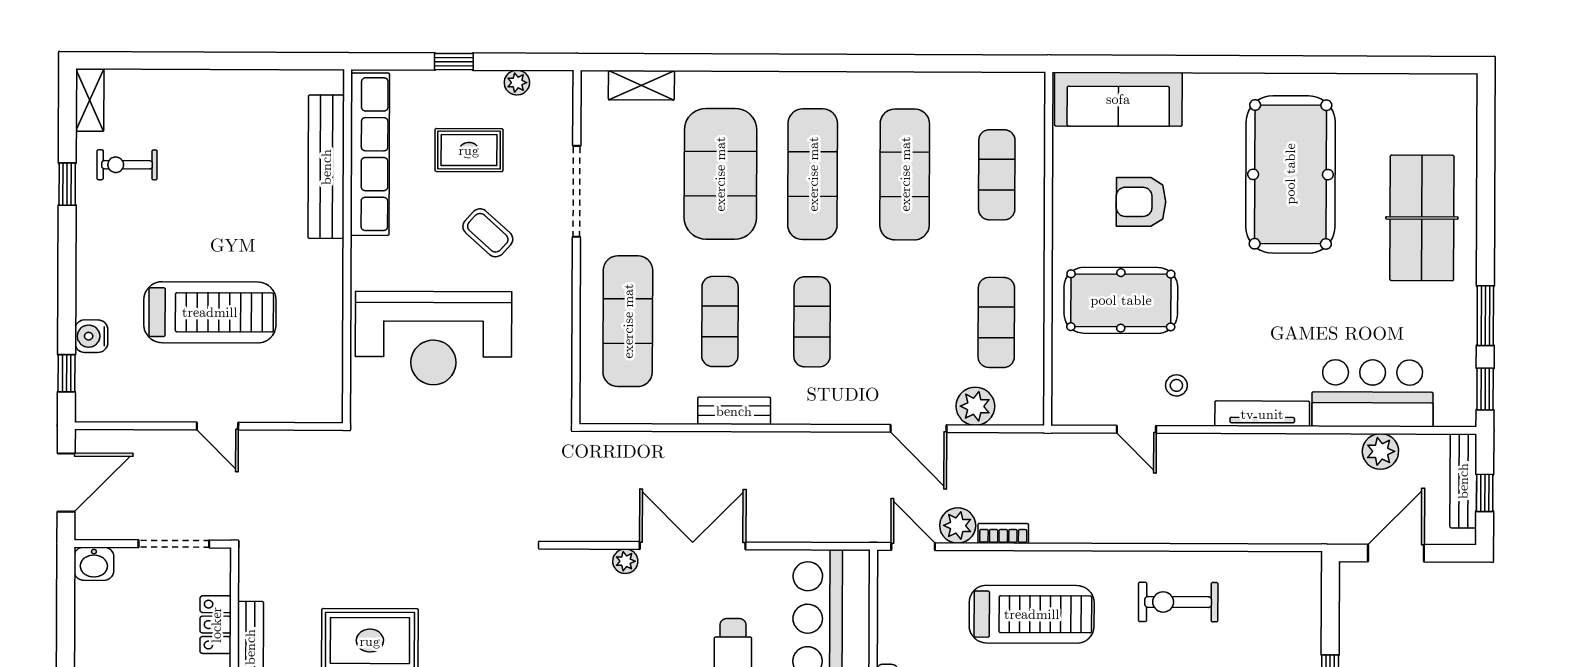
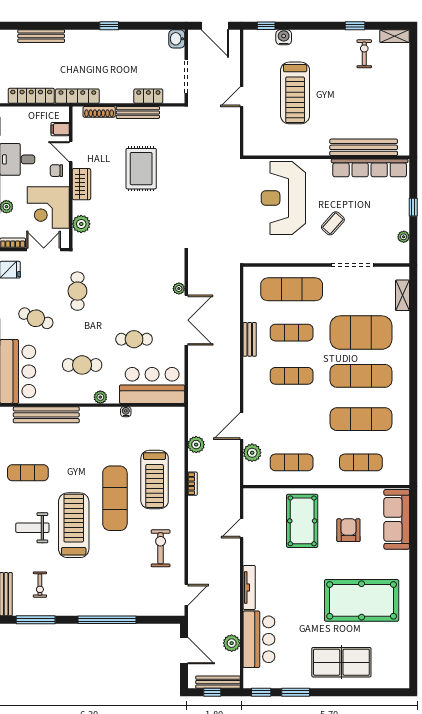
rug: (469, 150) -> (372, 214), removed
stool: (1176, 385) -> (262, 547), removed
bookcase: (1003, 533) -> (192, 484), moved
door: (913, 546) -> (186, 595), moved

